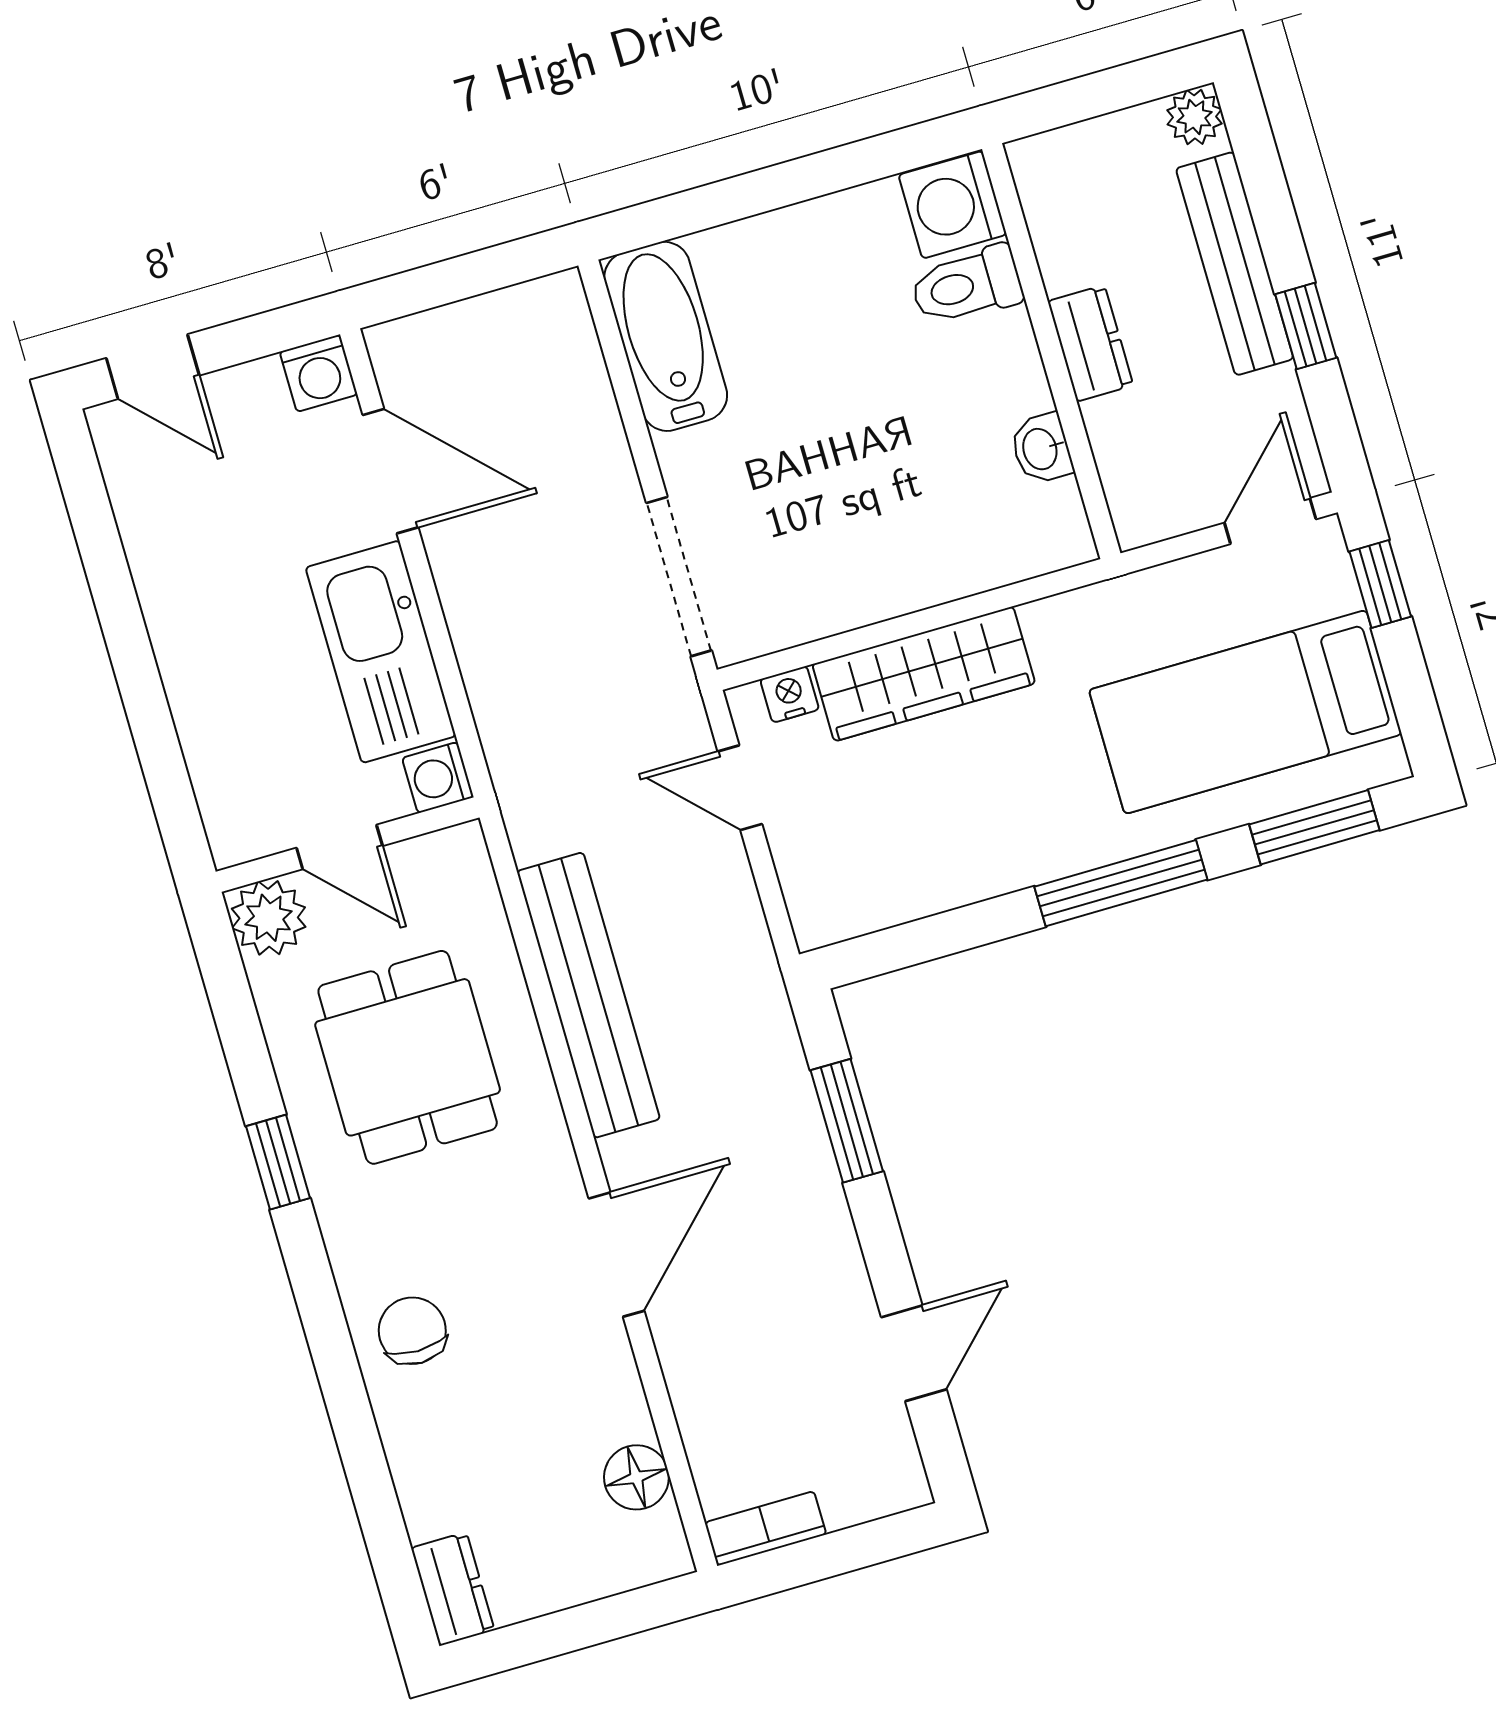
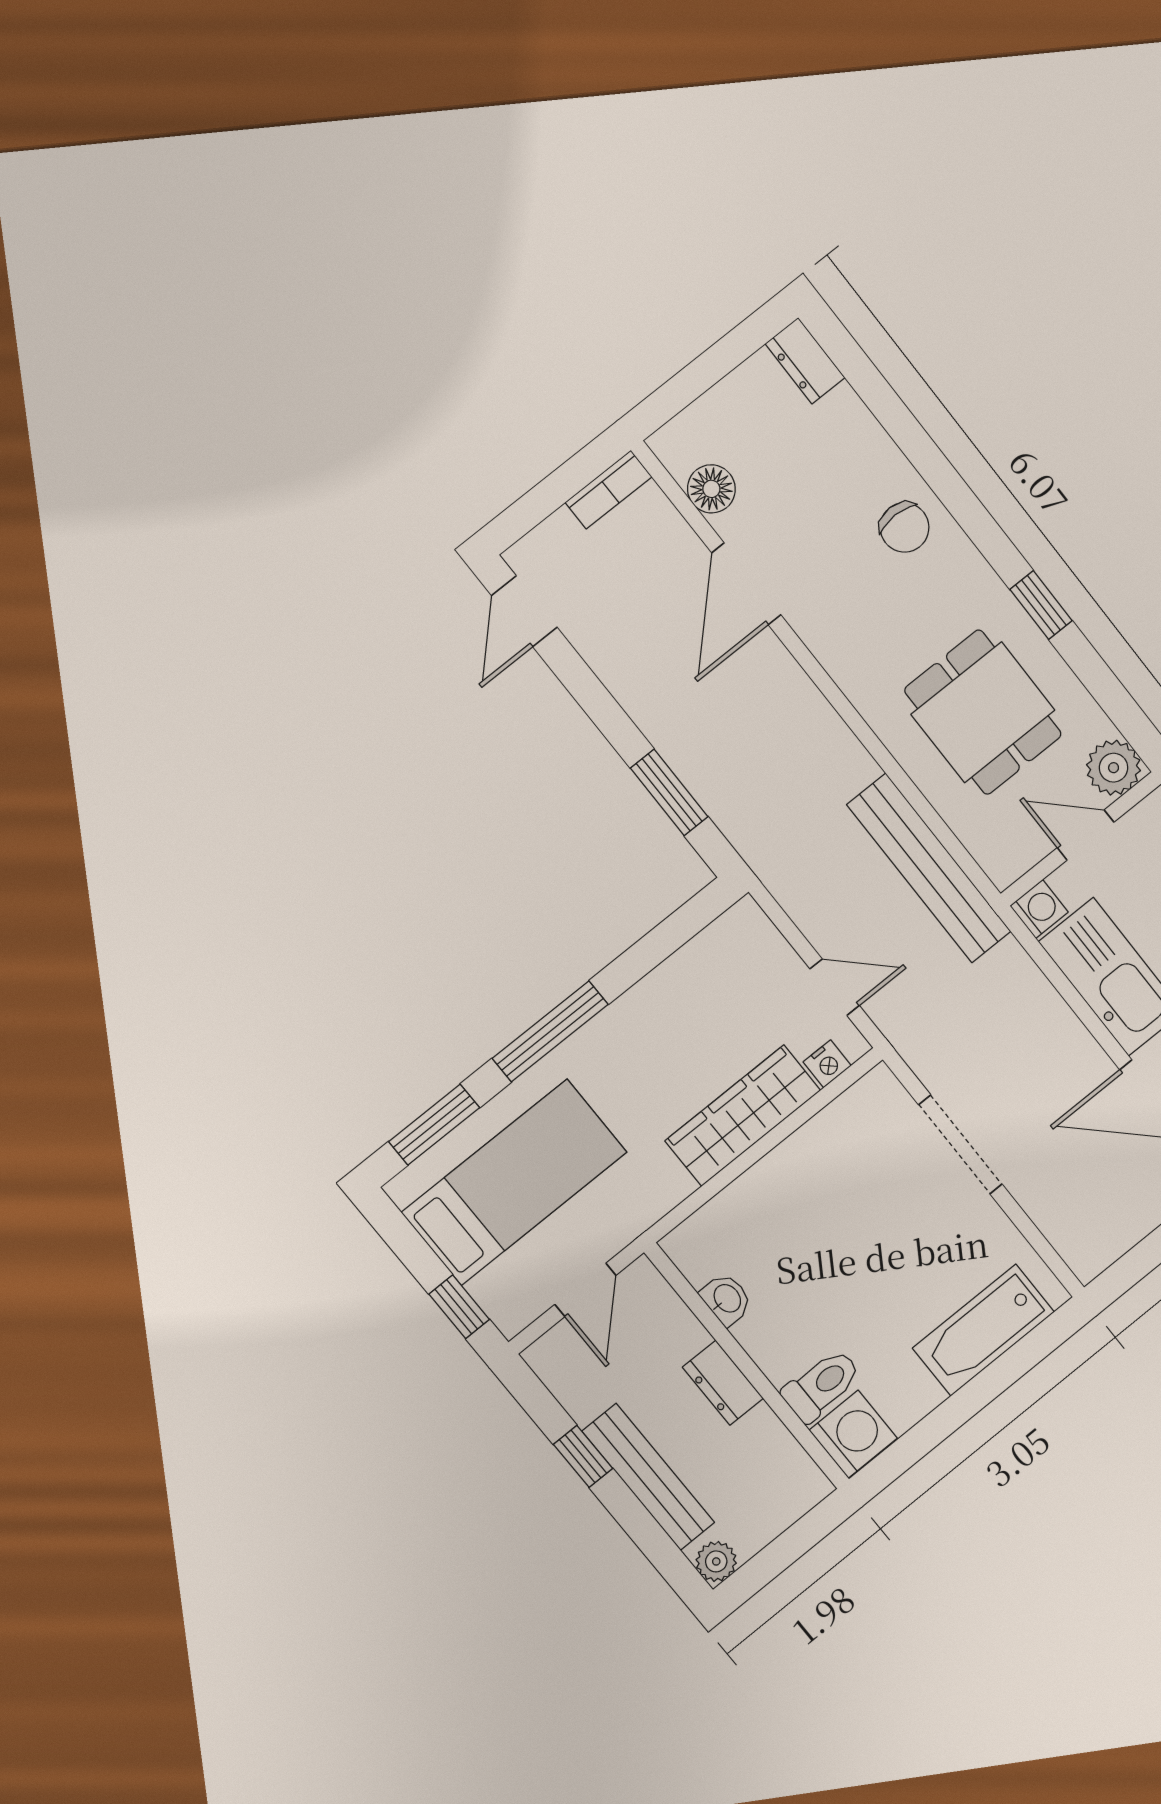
bathtub: (666, 336) -> (983, 1330), moved, turned 90
door: (1270, 521) -> (585, 1290), moved
doorway: (679, 577) -> (960, 1144), moved
bench: (588, 995) -> (929, 868), moved
door: (617, 1255) -> (746, 584), moved
door: (914, 1353) -> (524, 611), moved

